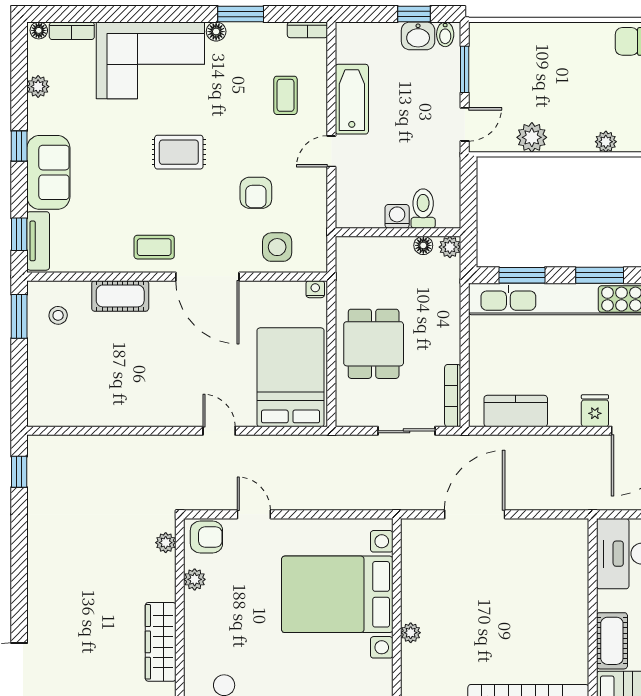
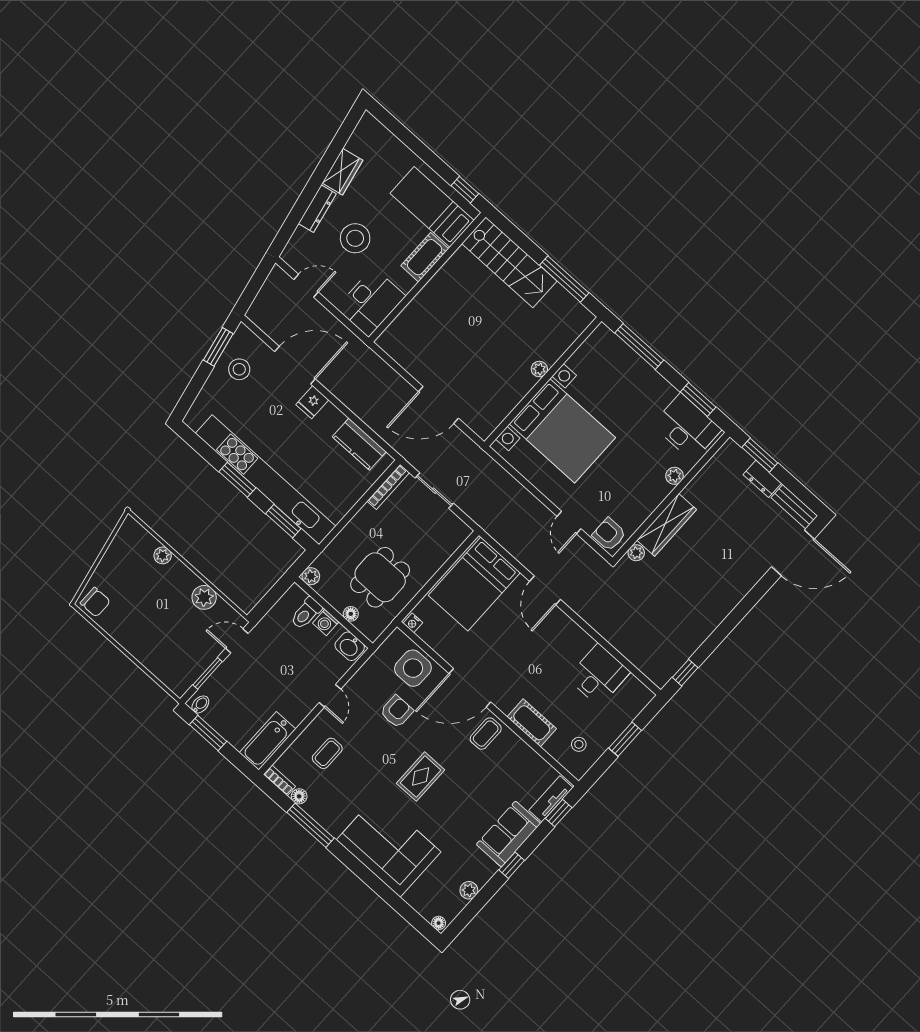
window: (241, 14) -> (310, 825), width x1.44
window: (414, 14) -> (208, 733), width x1.50
bookcase: (72, 31) -> (419, 905), removed
floor lamp: (216, 32) -> (299, 796), moved
washbasin: (418, 36) -> (350, 646), moved, turned 180
bathtub: (352, 99) -> (268, 741), moved
door: (331, 151) -> (330, 696), hinge flipped
rug: (179, 152) -> (421, 777), turned 90
floor lamp: (423, 245) -> (351, 614), moved
coffee table: (154, 247) -> (486, 734), turned 90
side table: (277, 247) -> (413, 668), width x1.37, depth x1.37
door: (207, 277) -> (470, 688), swing flipped
window: (19, 316) -> (625, 739), moved
dining table: (374, 344) -> (380, 577), moved
desk: (98, 397) -> (599, 675), added
door: (219, 431) -> (545, 590), width x1.38
plant: (195, 579) -> (674, 476), moved
wardrobe: (161, 642) -> (667, 525), moved

